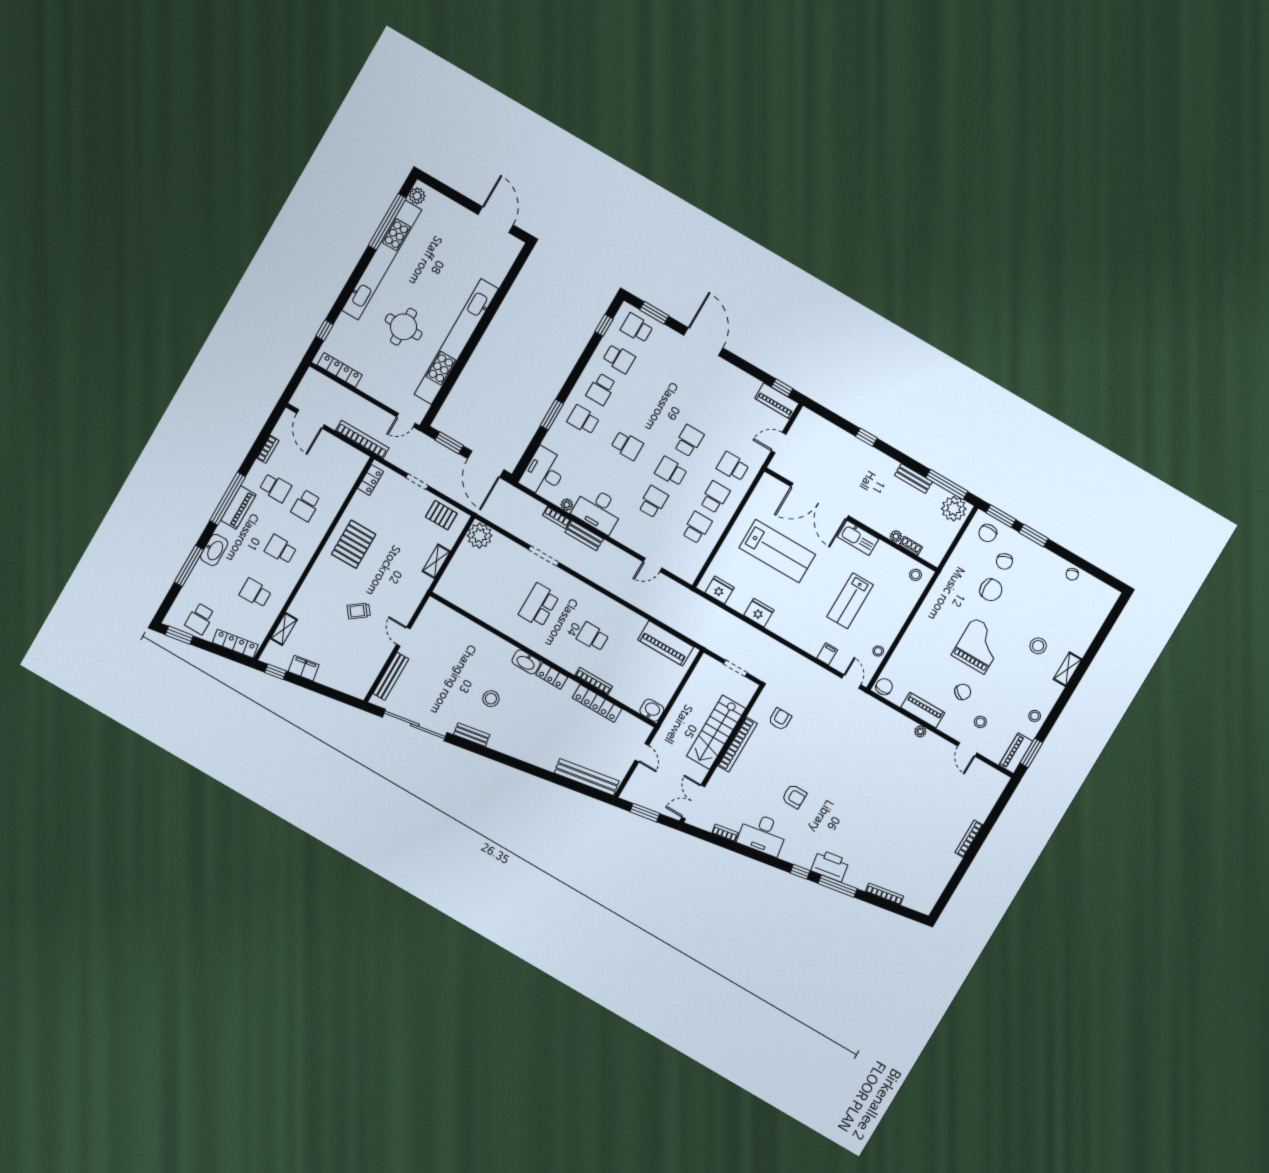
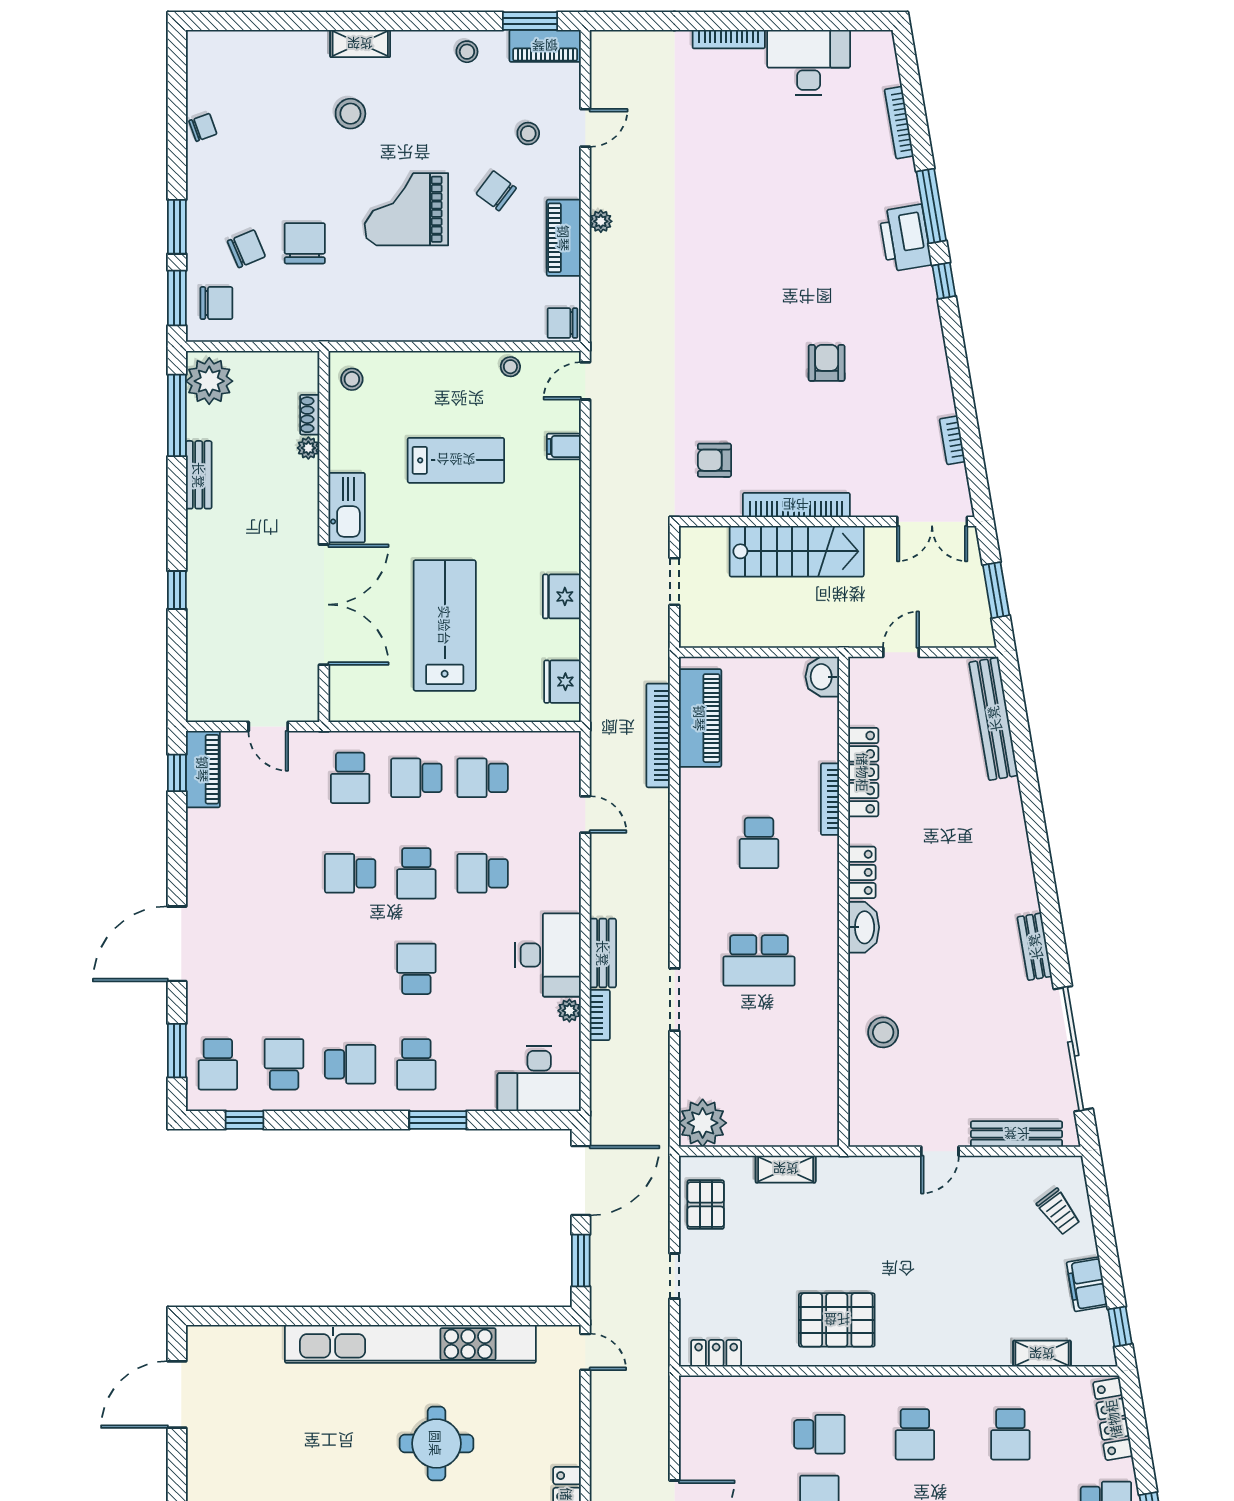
bookcase: (362, 439) -> (658, 735), moved
trolley: (359, 611) -> (1059, 1212), moved
stool: (491, 699) -> (883, 1032), moved
desk: (763, 834) -> (809, 63), moved, turned -80

